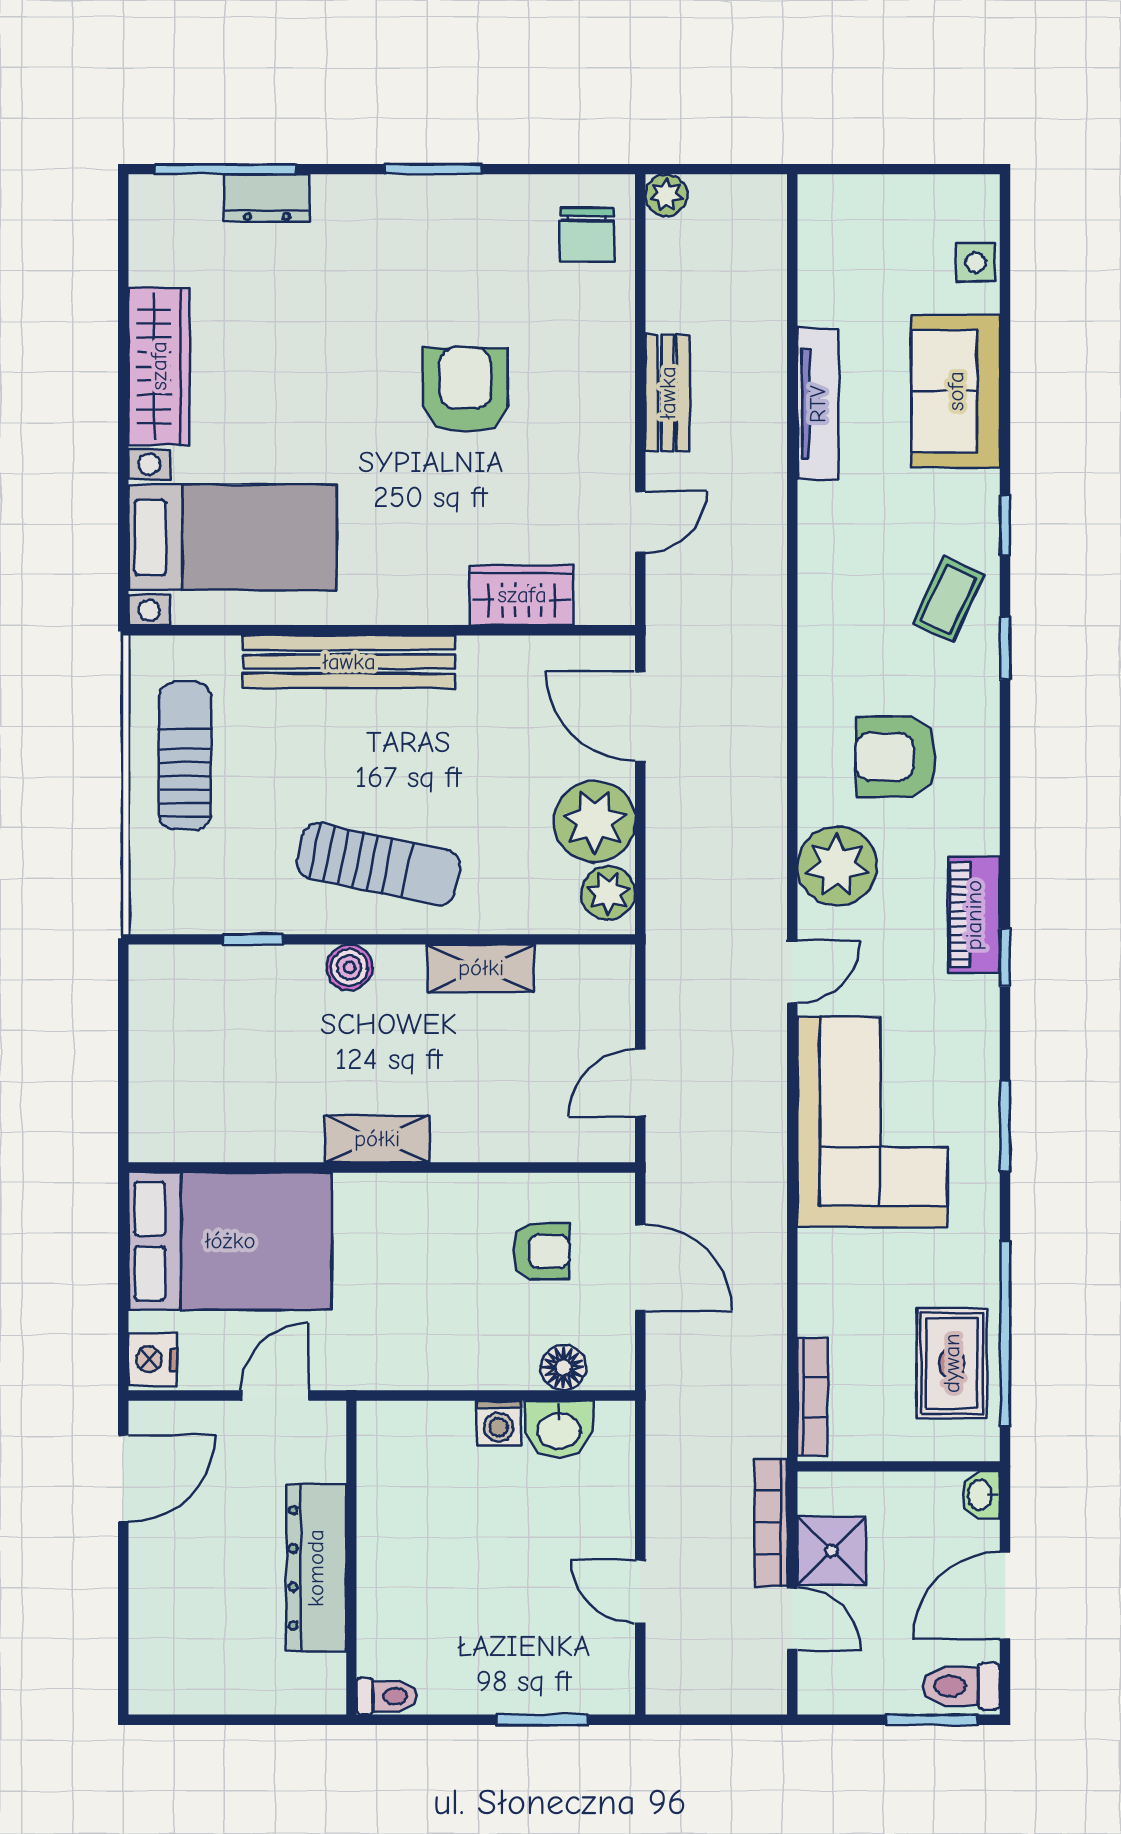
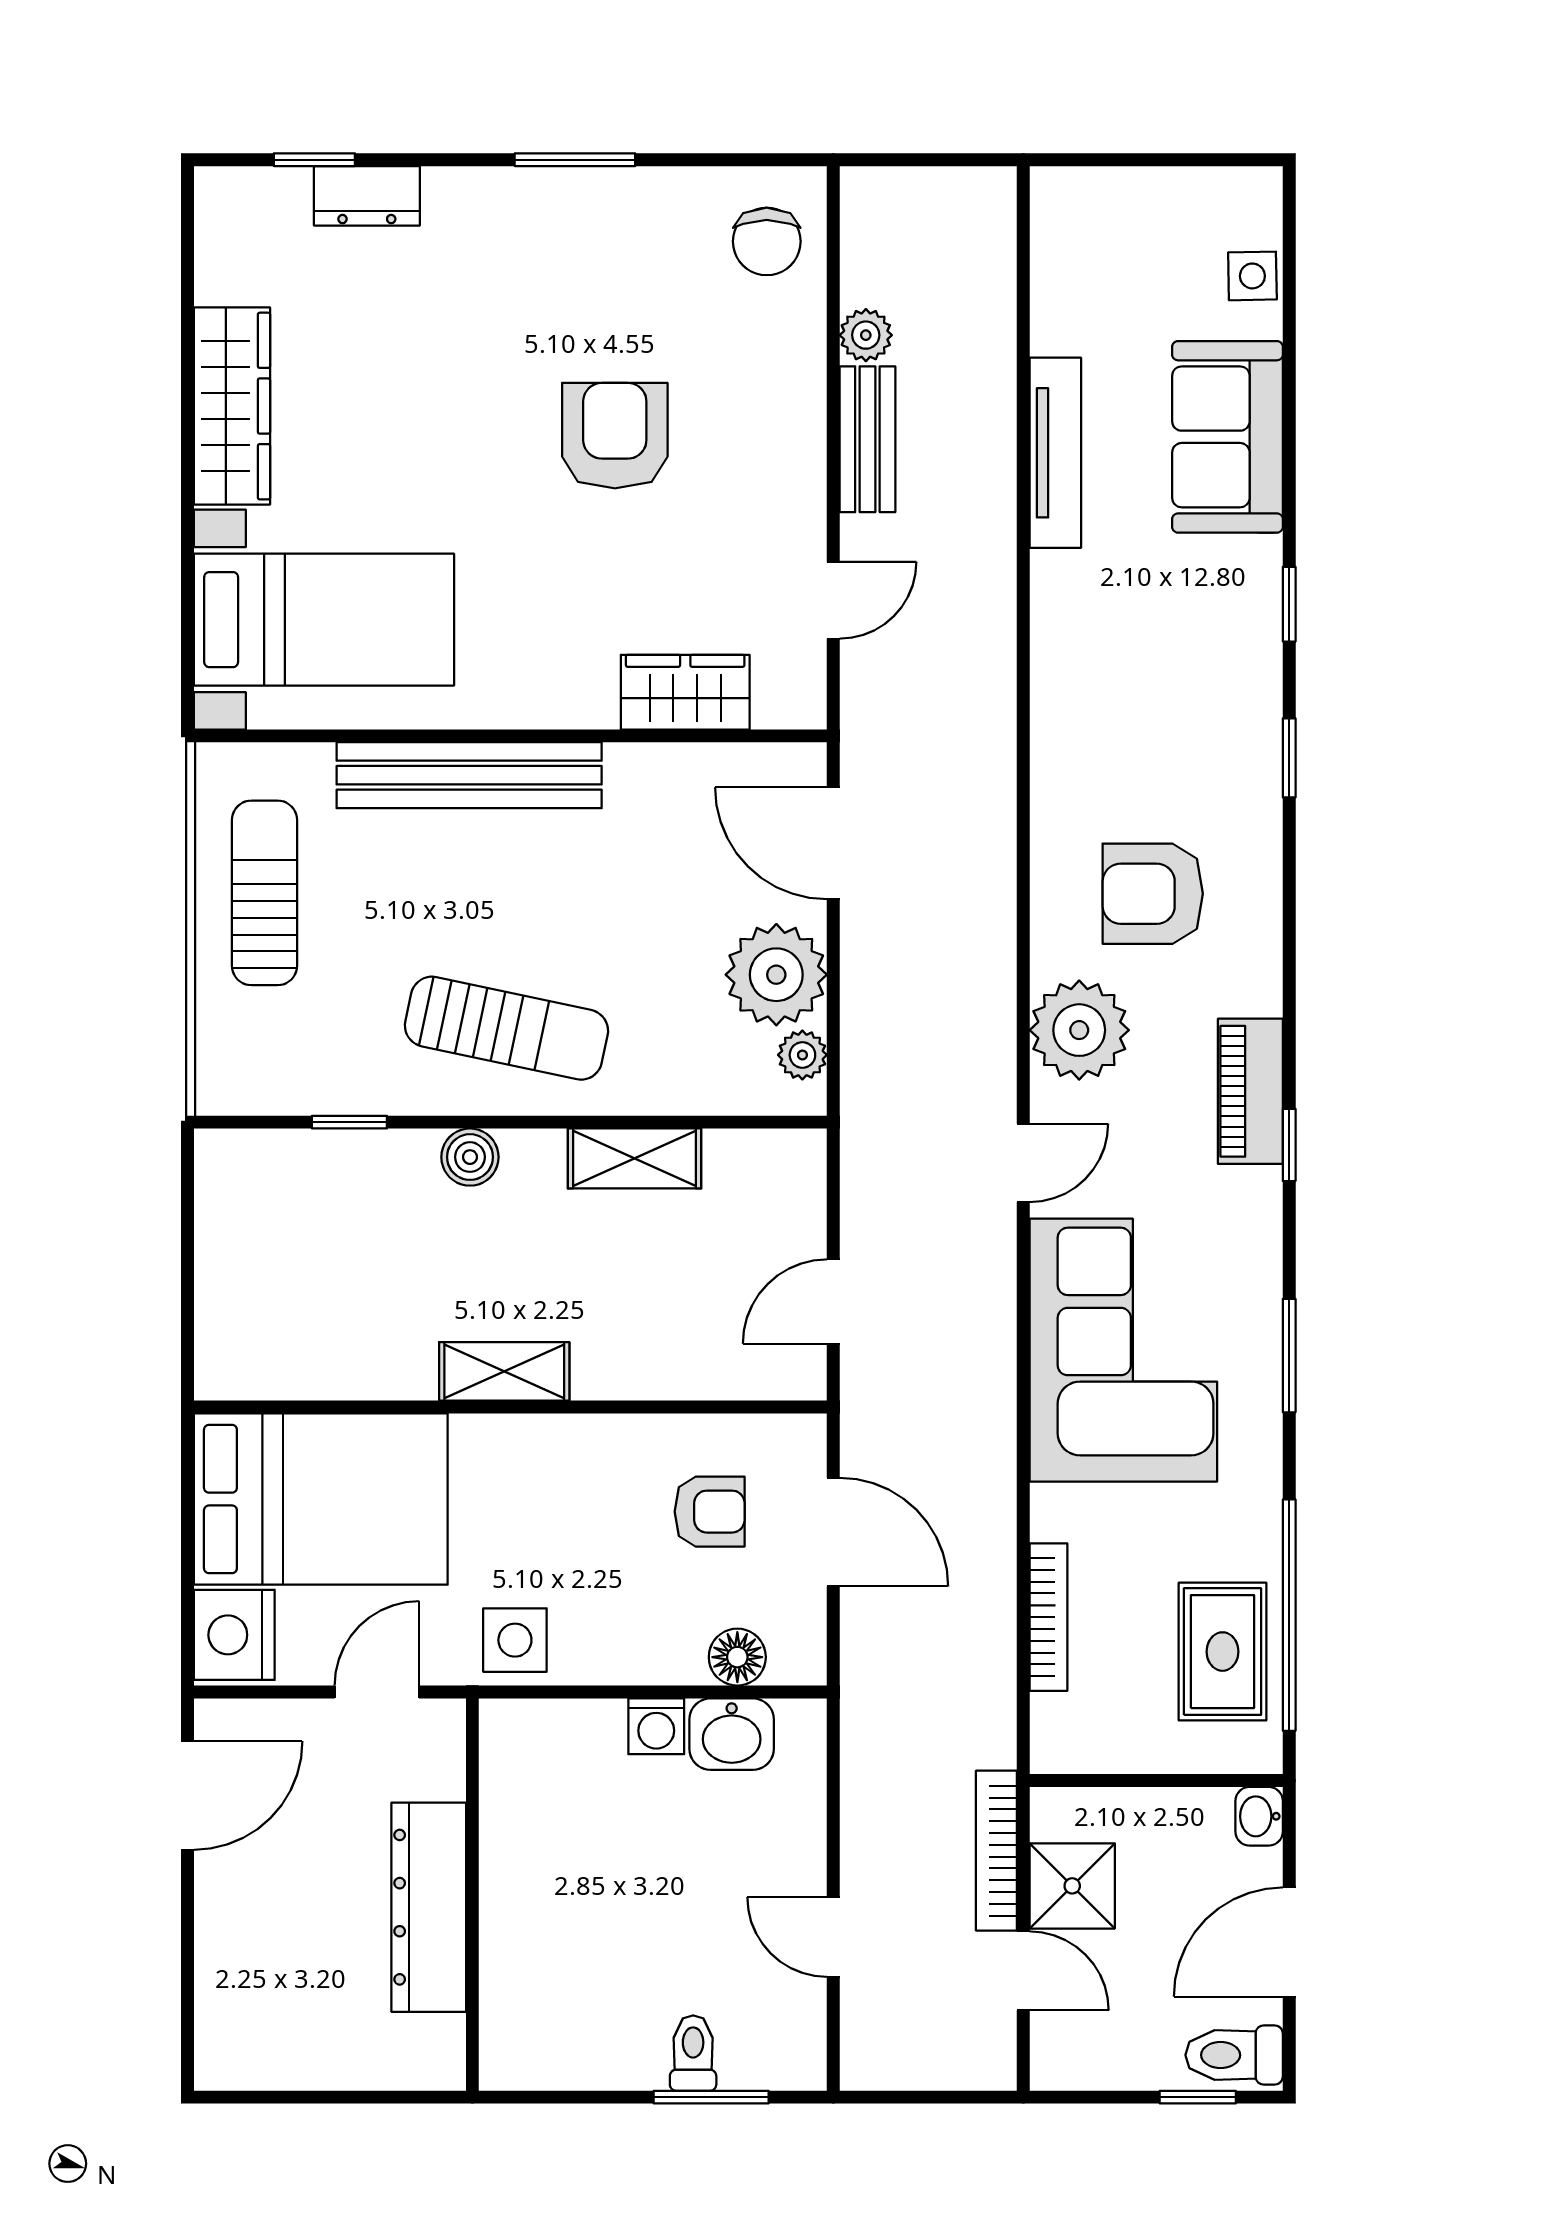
window: (225, 169) -> (314, 160), width x0.46
plant: (666, 195) -> (866, 335), moved
coffee table: (948, 599) -> (1218, 697), removed
plant: (608, 893) -> (802, 1055), width x0.73, depth x0.73
side table: (385, 1354) -> (515, 1640), added
nightstand: (153, 1359) -> (234, 1635), width x1.36, depth x1.33
bookcase: (812, 1397) -> (1048, 1617), moved
toilet: (387, 1696) -> (693, 2053), moved, turned -90
window: (932, 1720) -> (1198, 2097), width x0.67

